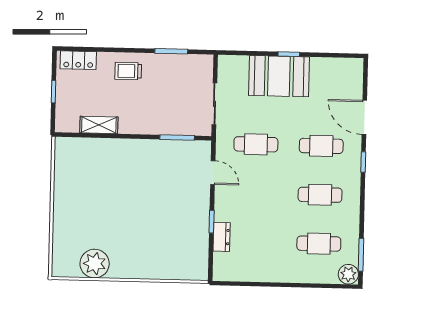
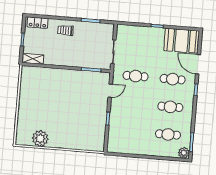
booth: (279, 76) -> (182, 41), moved
shelving: (99, 125) -> (33, 59), moved
door: (213, 173) -> (110, 91), hinge flipped
dresser: (222, 237) -> (113, 128), removed

